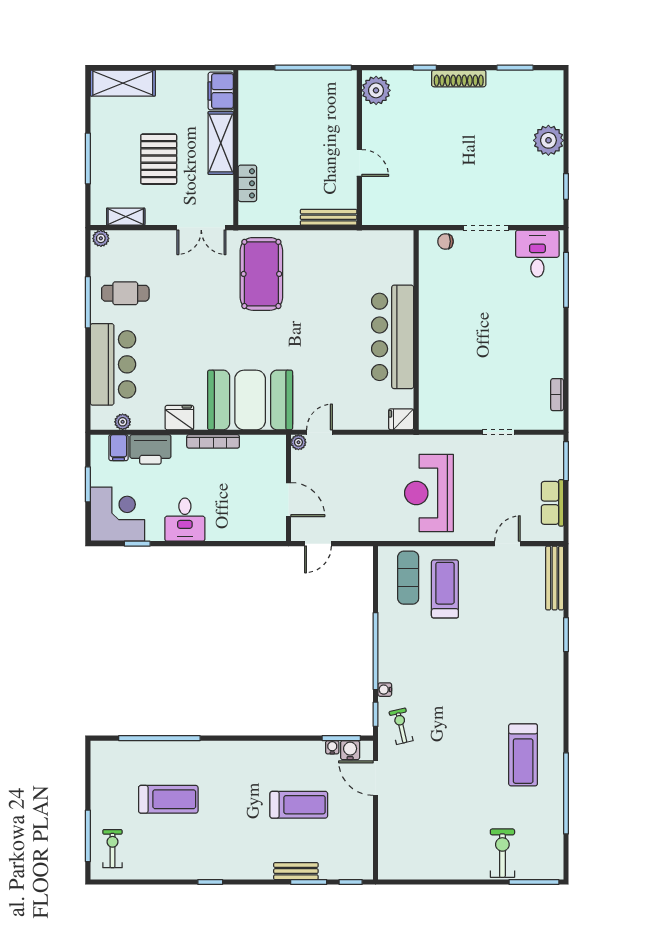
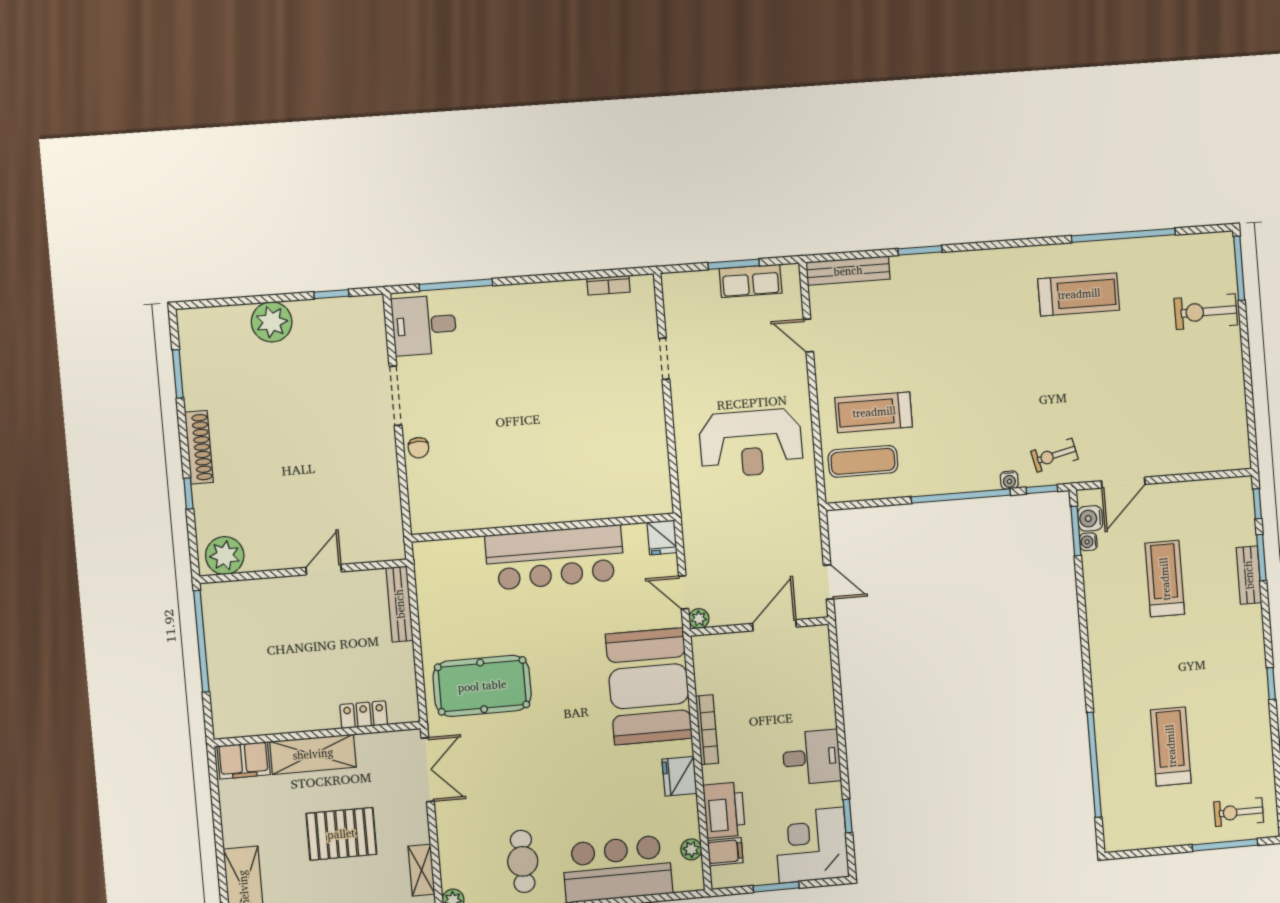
wall: (416, 330) -> (543, 527), moved
bar counter: (393, 337) -> (555, 557), moved
fridge: (401, 419) -> (662, 537), moved
window: (566, 461) -> (734, 264), moved

